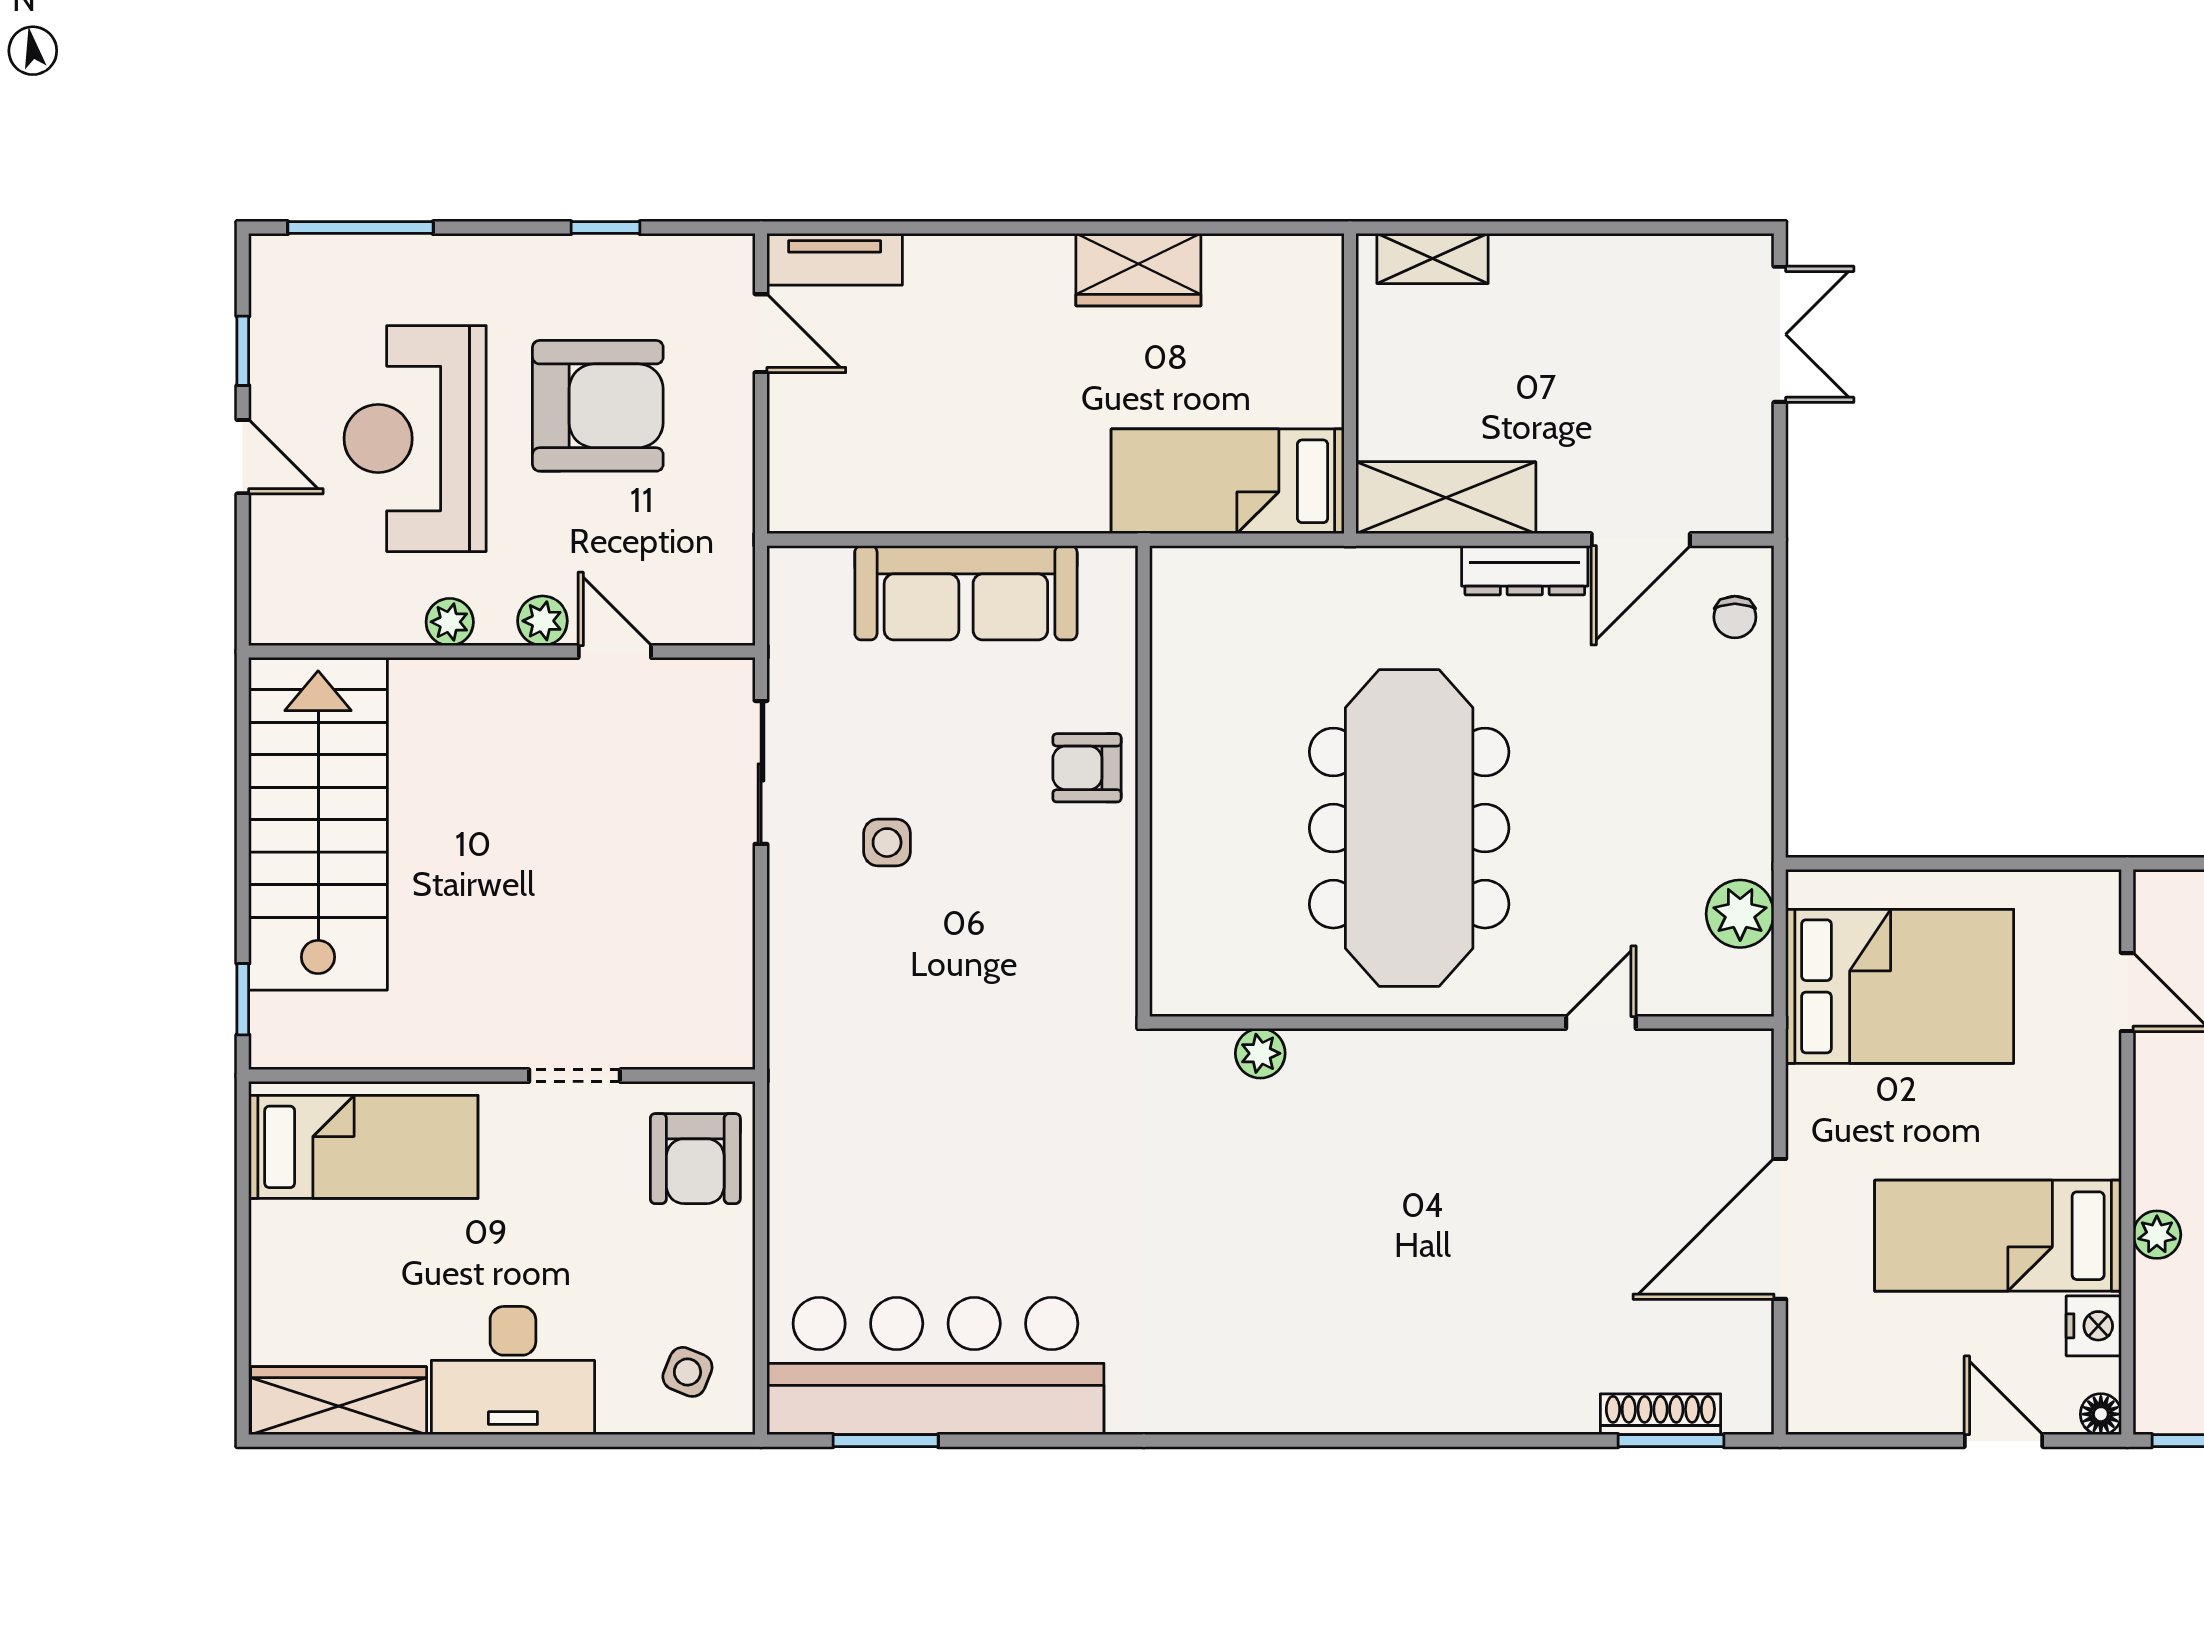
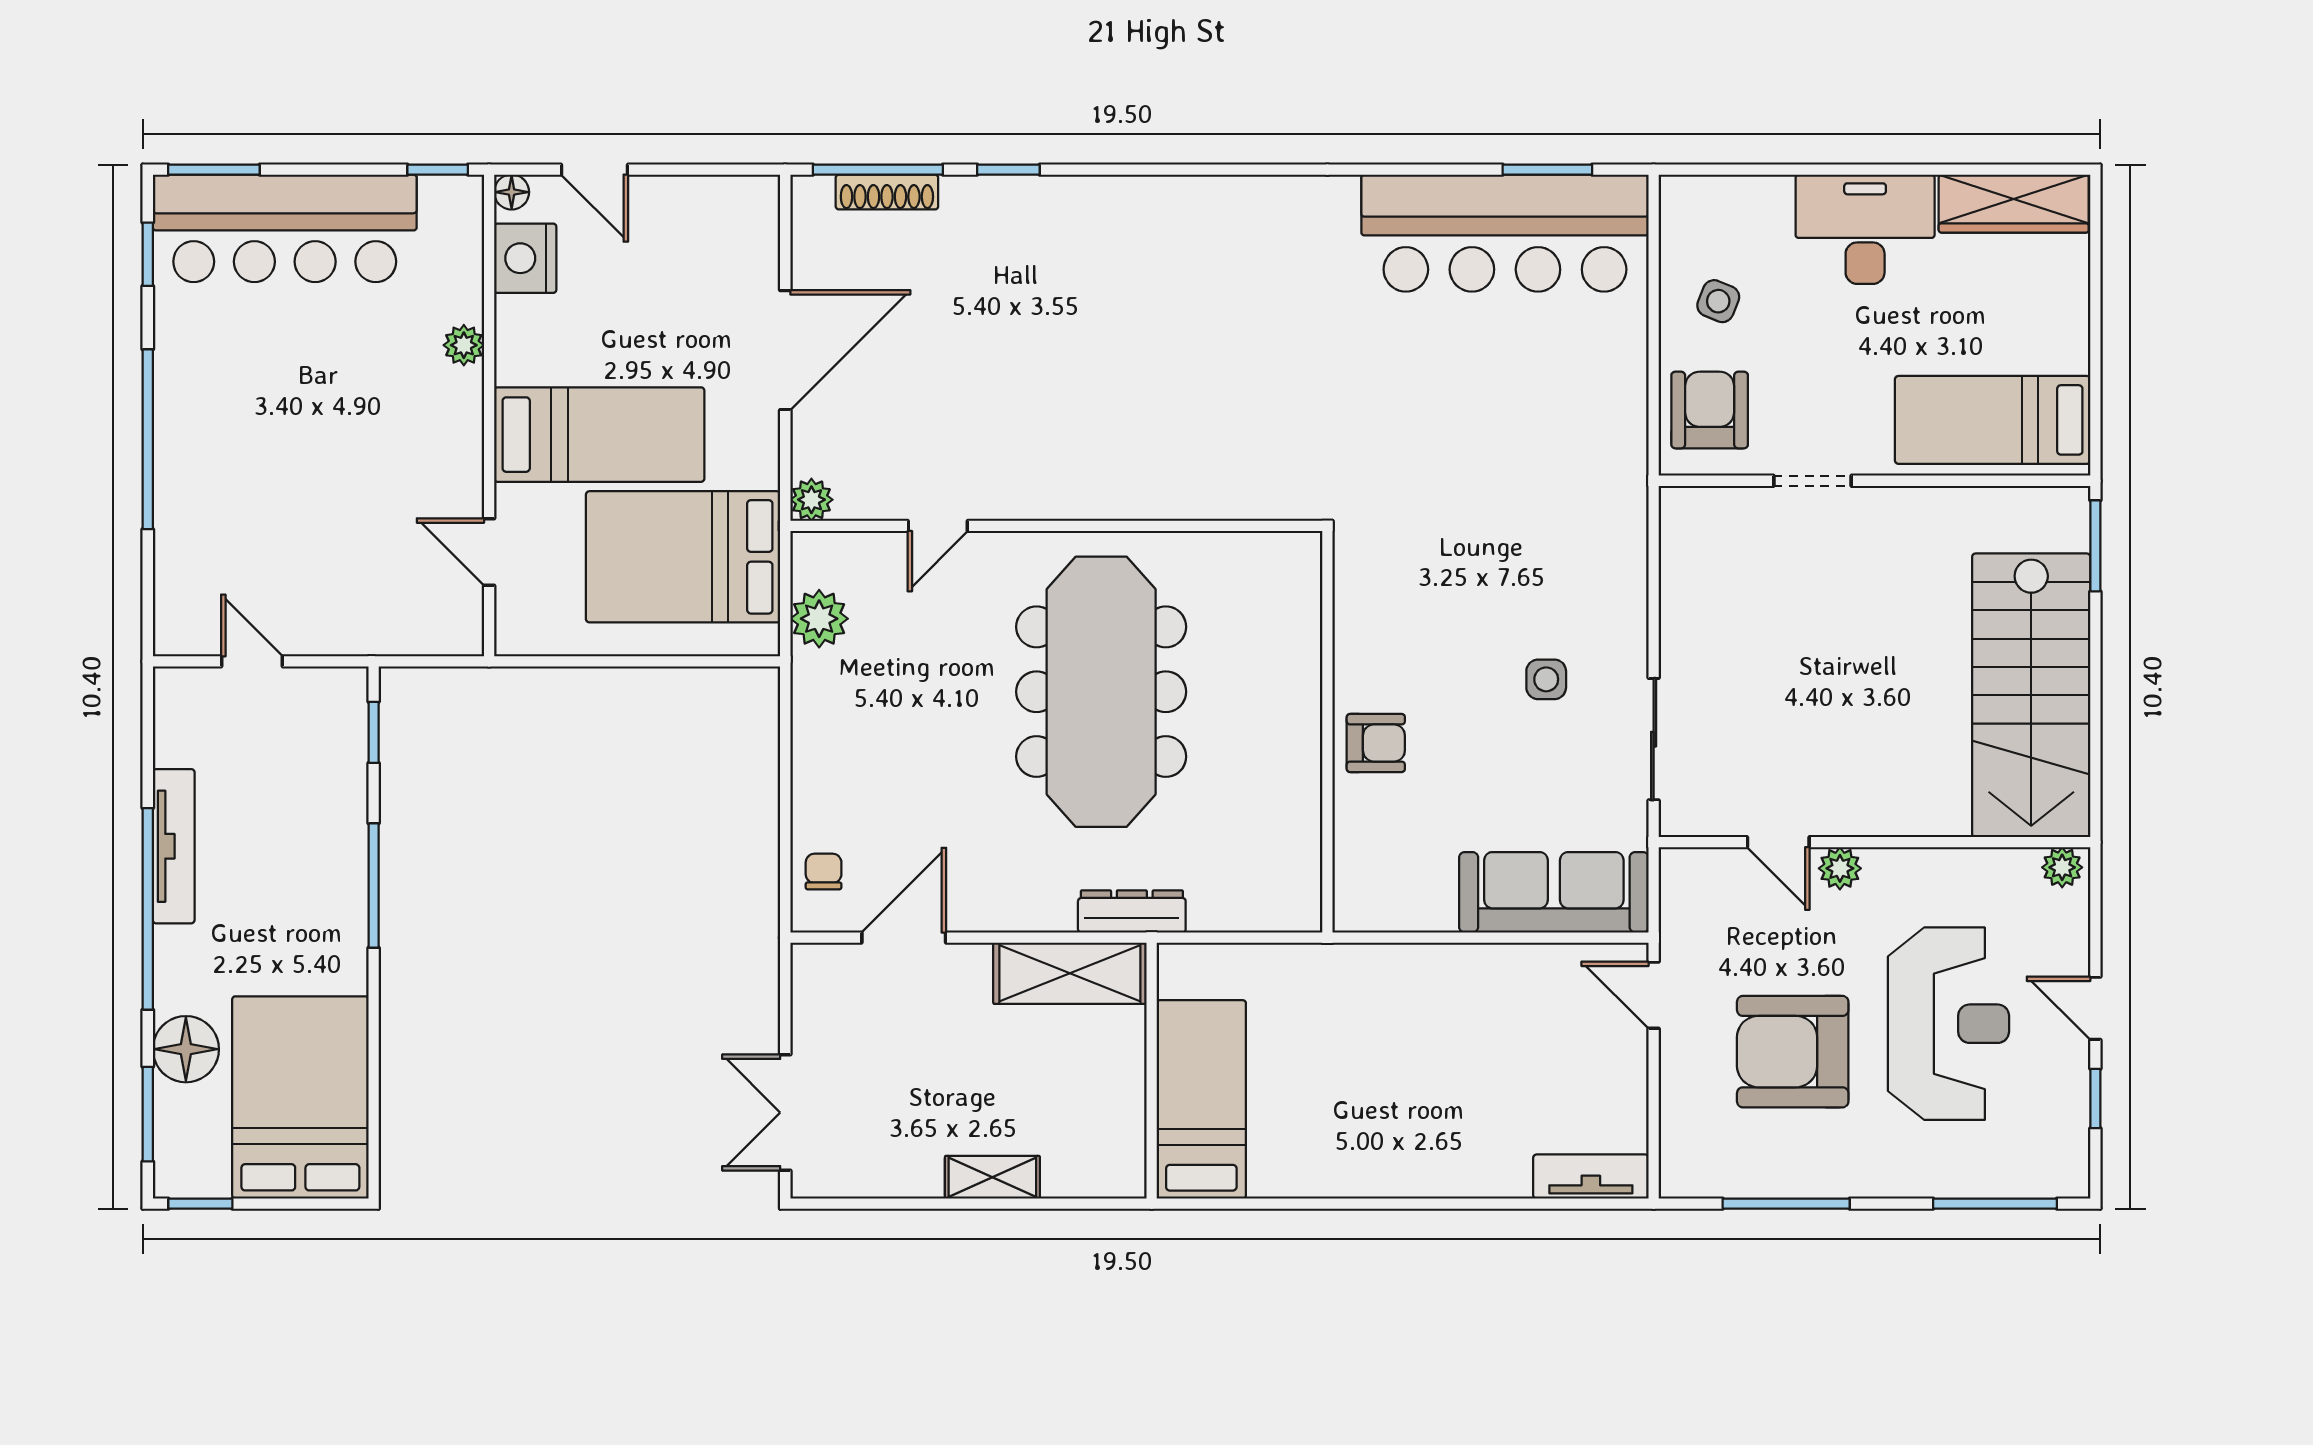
window: (605, 228) -> (1786, 1204), width x2.17
shelving: (1432, 258) -> (992, 1177), moved
wardrobe: (1138, 270) -> (1332, 1168), removed
door: (761, 333) -> (1654, 995), moved
bed: (1228, 481) -> (1201, 1099), moved, turned -90
dresser: (1525, 570) -> (1132, 911), moved
sofa: (966, 593) -> (1554, 892), moved
plant: (450, 622) -> (2062, 867), moved
window: (243, 999) -> (2095, 546), width x1.50
plant: (1260, 1053) -> (811, 500), moved
bed: (1998, 1236) -> (599, 435), moved
nightstand: (2094, 1326) -> (525, 258), width x1.36, depth x1.33
side table: (687, 1372) -> (1718, 301), moved
window: (1518, 1441) -> (1008, 170), added
window: (1671, 1441) -> (878, 170), width x1.44

